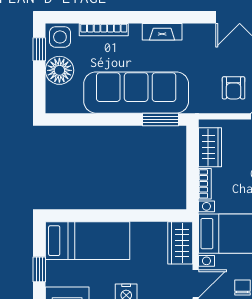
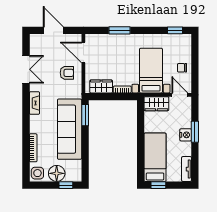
fireplace: (162, 32) -> (34, 103), moved
window: (39, 49) -> (66, 185), moved
window: (39, 269) -> (158, 185), moved

